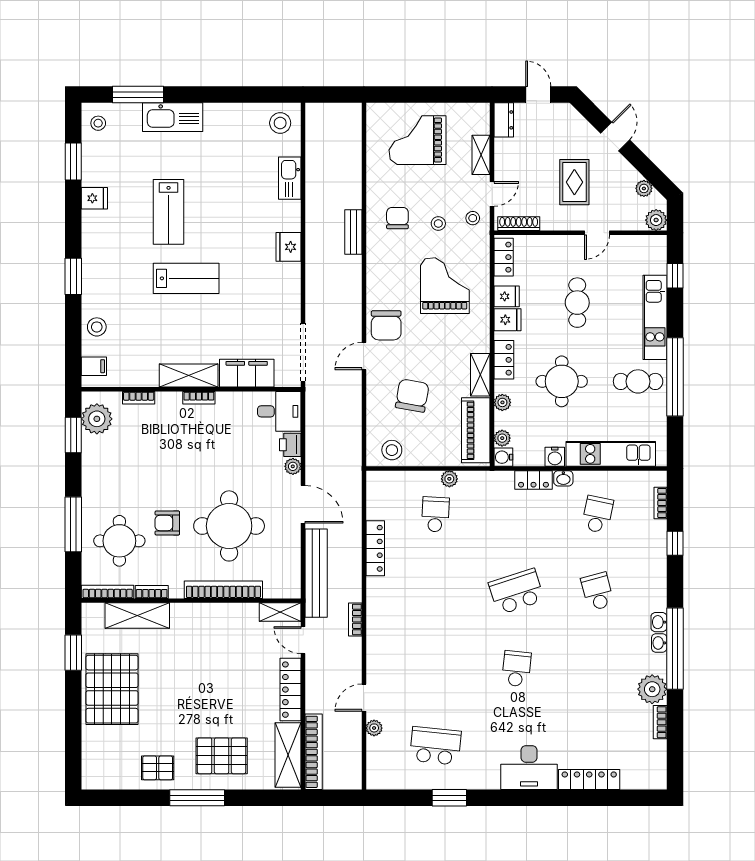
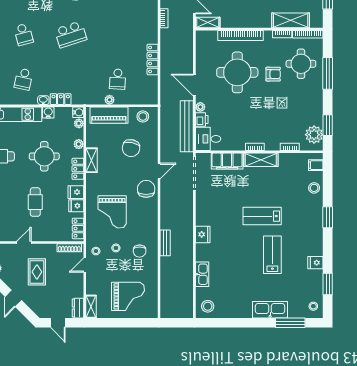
shelving: (481, 155) -> (91, 307), moved
piano: (476, 430) -> (109, 115), moved, turned 90
bench: (316, 573) -> (187, 126), moved

